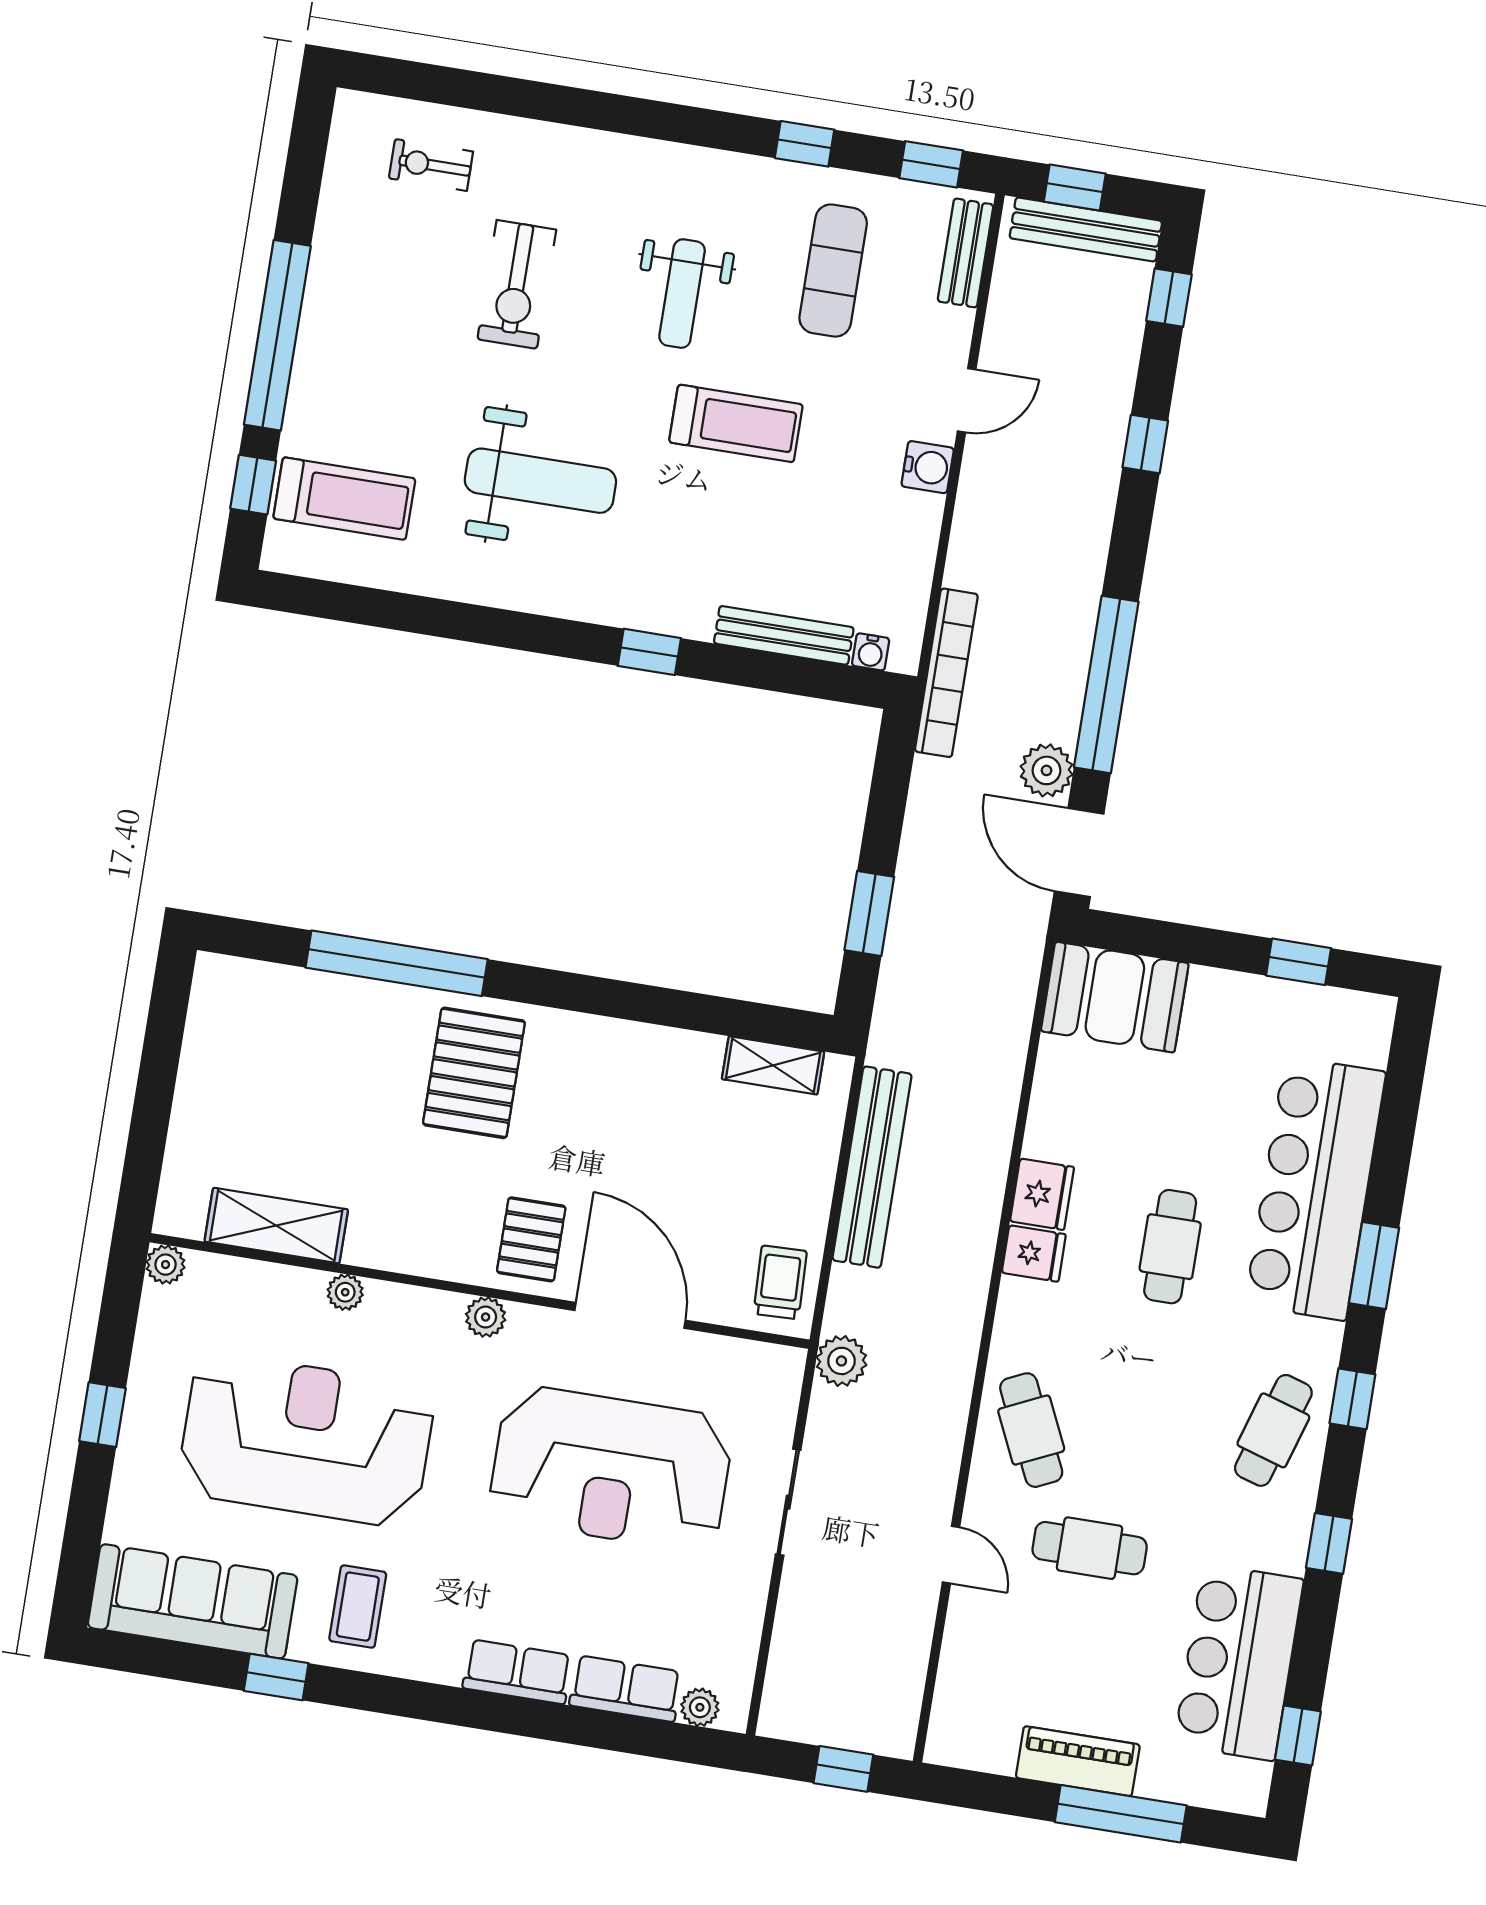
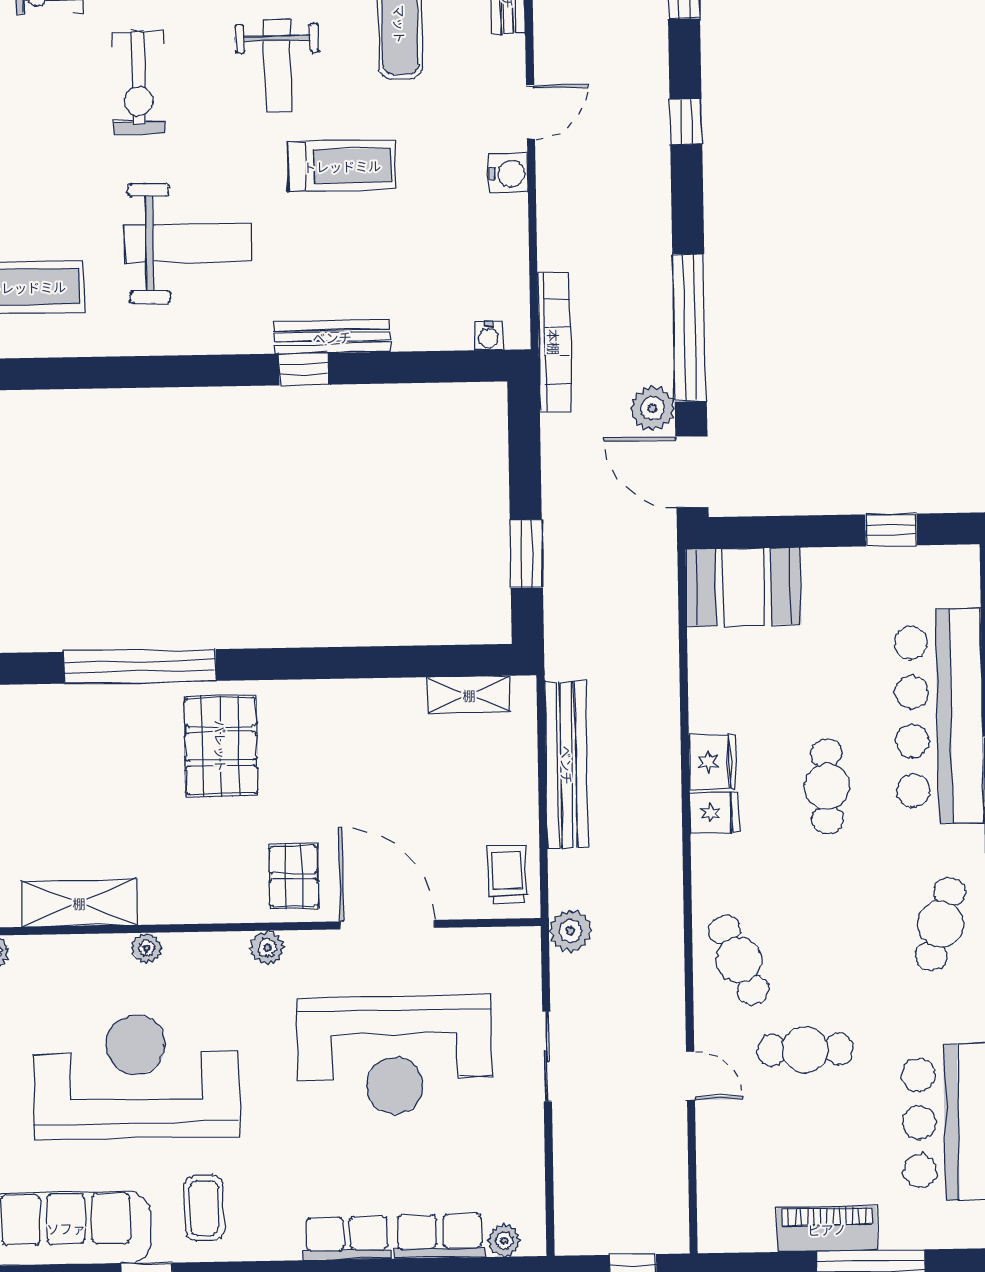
bench: (784, 635) -> (332, 337), moved

